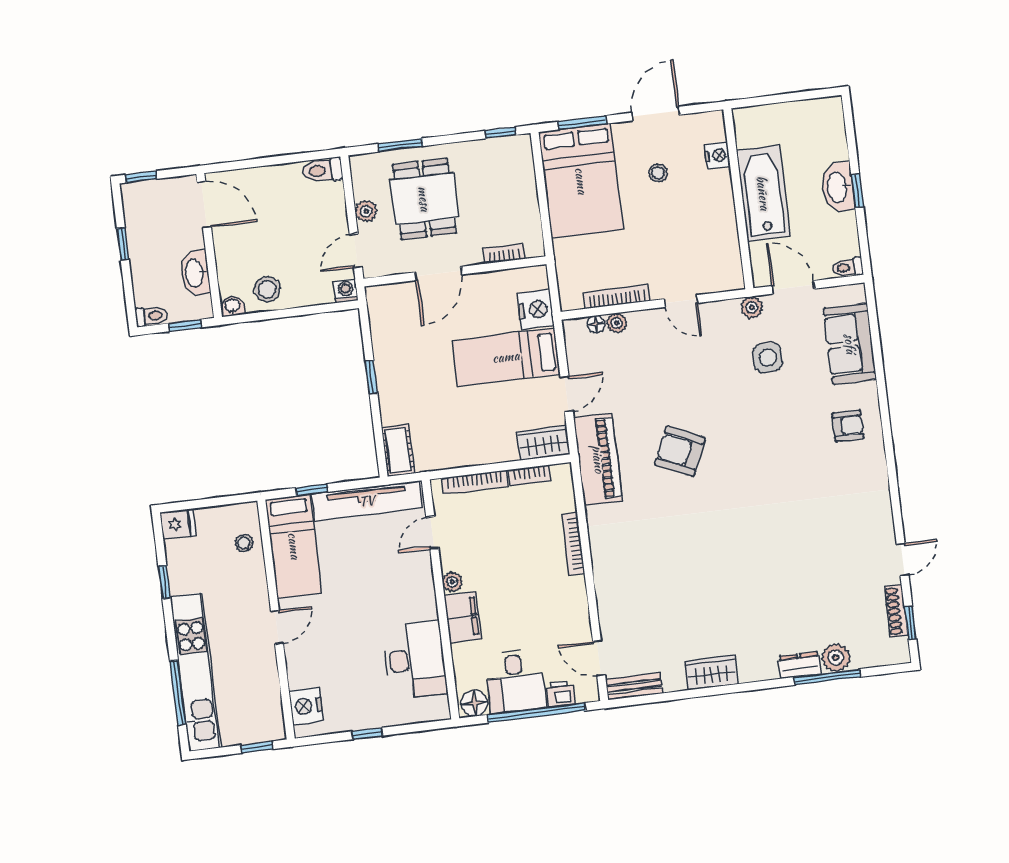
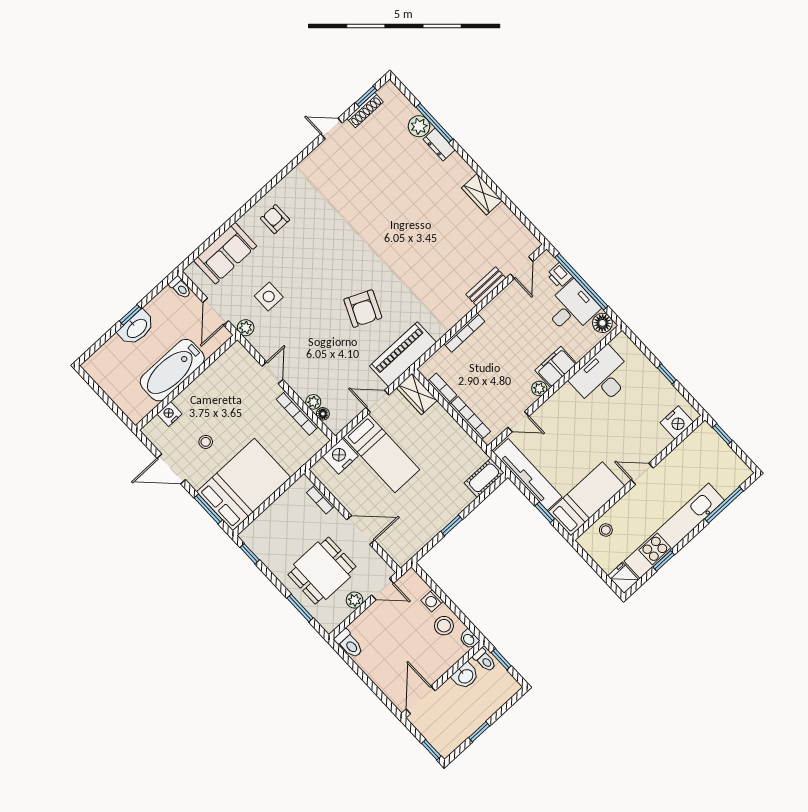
washbasin: (195, 273) -> (465, 676), width x0.72
washing machine: (346, 291) -> (432, 601), moved
toilet: (151, 316) -> (485, 660), moved, turned 180
kitchen unit: (196, 672) -> (674, 531), moved
bench: (634, 686) -> (486, 286), moved, turned 90

